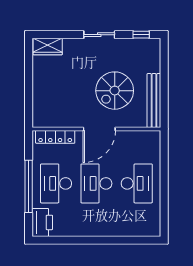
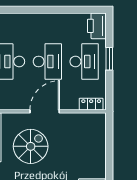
locker: (55, 137) -> (91, 104), width x0.66
window: (29, 186) -> (109, 59), width x0.47

